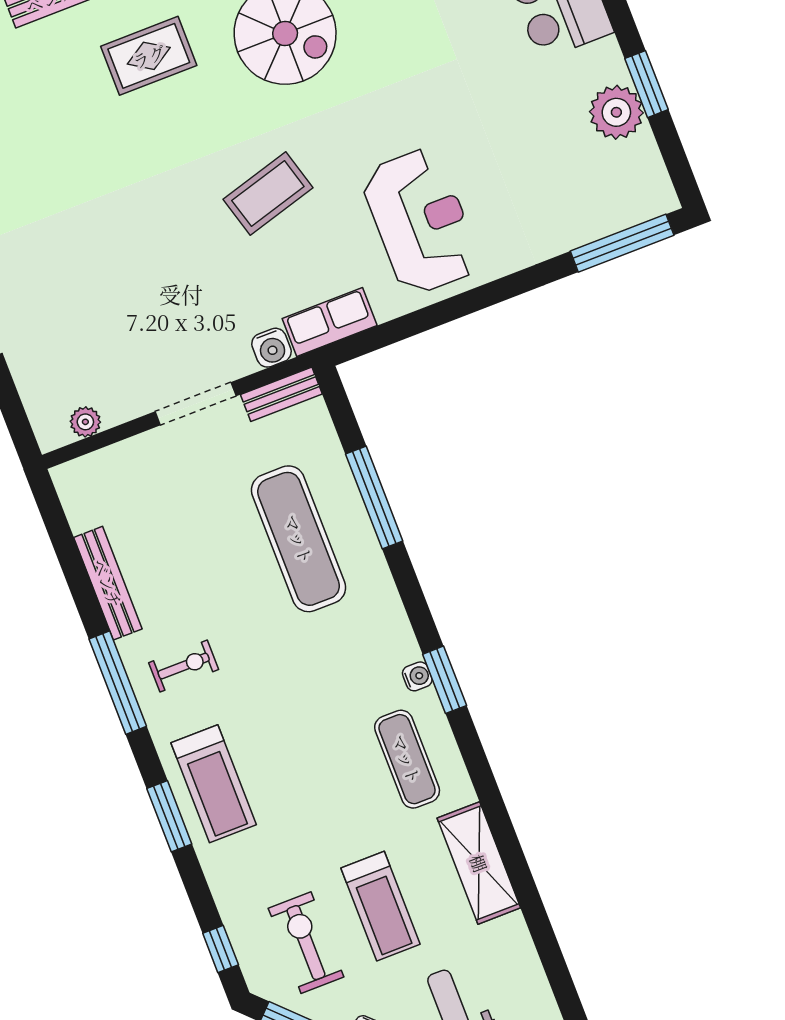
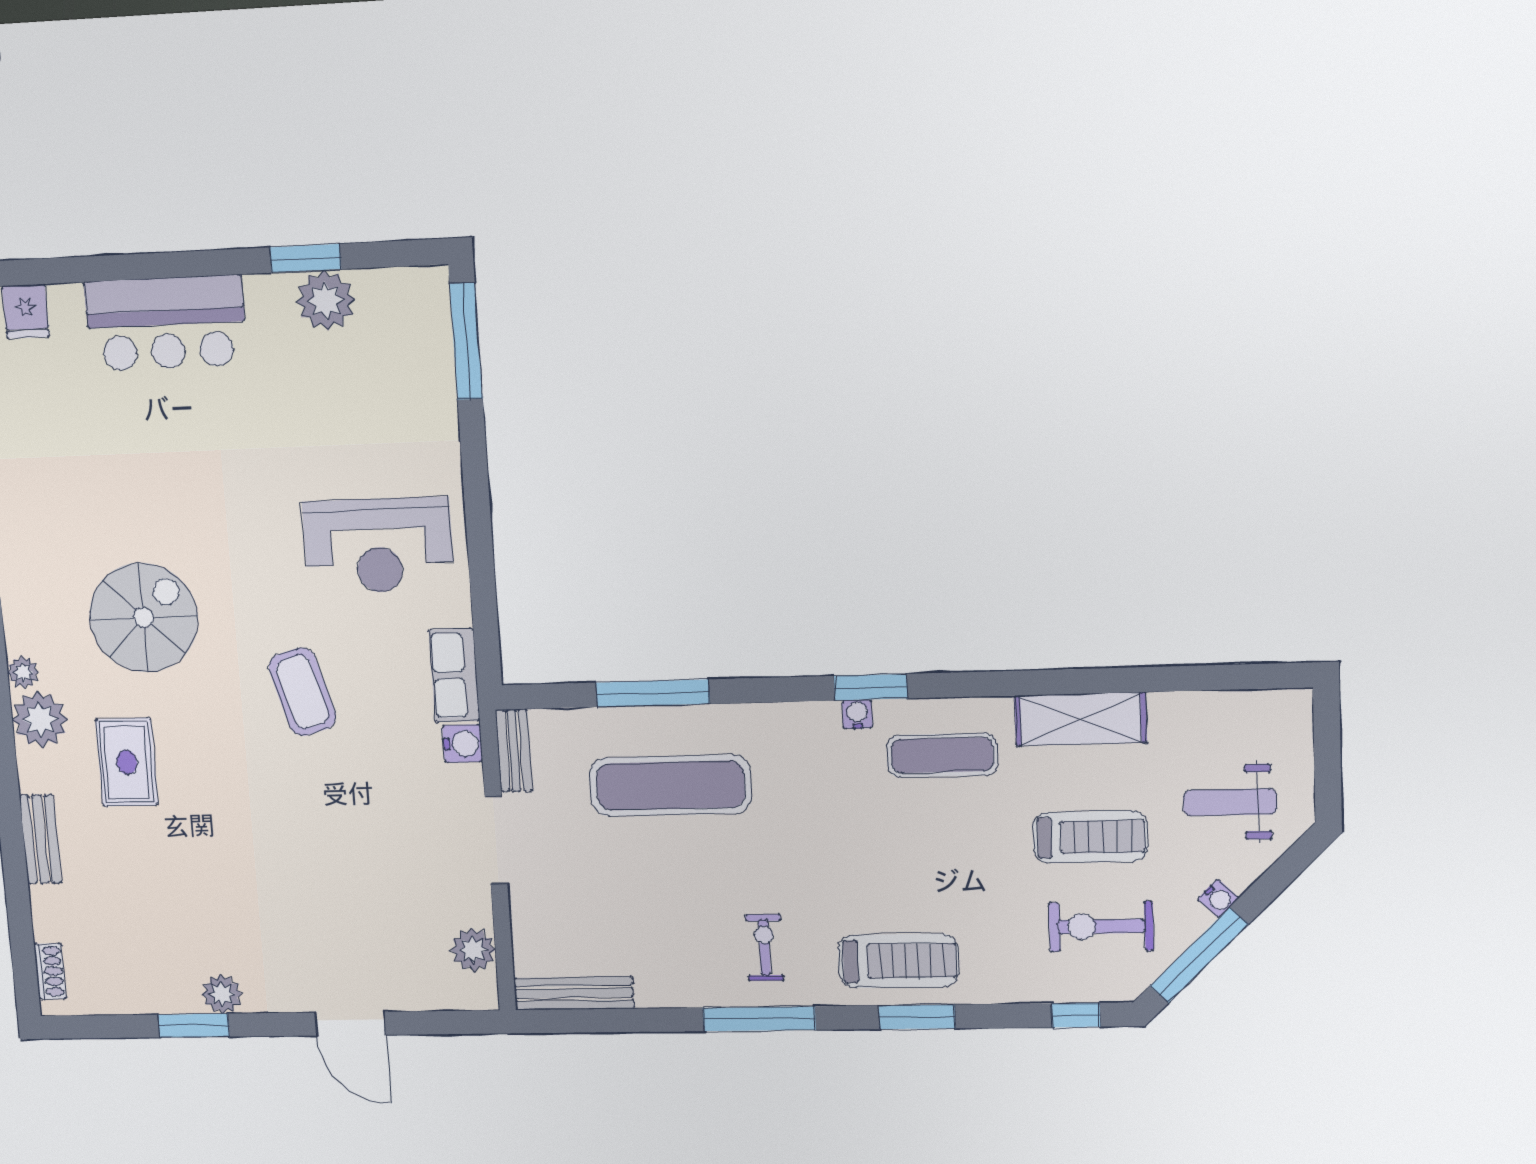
reception desk: (421, 221) -> (378, 545), turned 180
plant: (85, 422) -> (473, 950), width x1.38, depth x1.38
bench: (108, 583) -> (574, 993), moved

